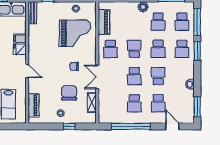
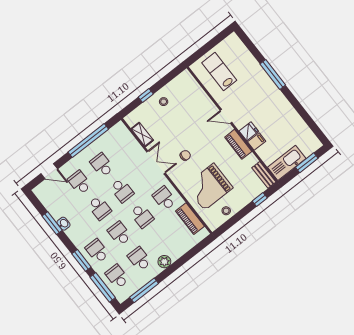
school desk: (134, 76) -> (122, 190), turned 180
chair: (69, 93) -> (171, 127), removed
piano: (33, 105) -> (238, 144), moved
window: (197, 107) -> (52, 223), moved

